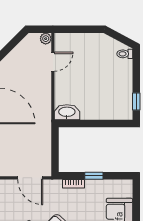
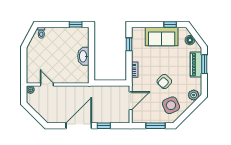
washbasin: (67, 112) -> (83, 56), moved
window: (94, 176) -> (129, 44), moved

